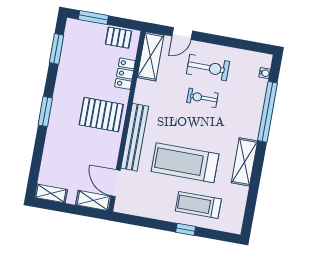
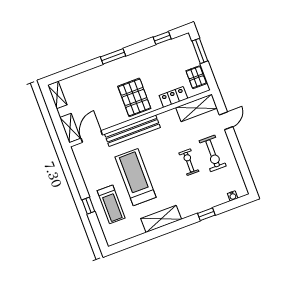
door: (182, 34) -> (226, 121), swing flipped
window: (57, 49) -> (162, 38), width x0.67
window: (268, 112) -> (206, 214), width x0.32
treadmill: (198, 205) -> (111, 204), turned 180

